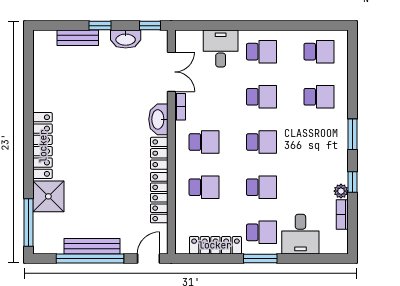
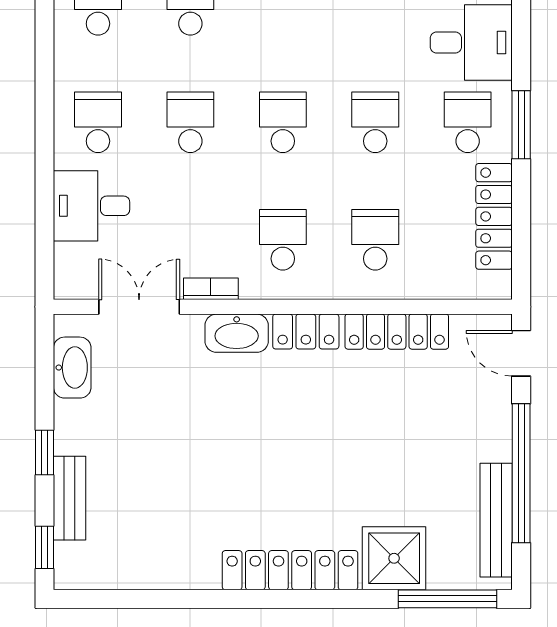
window: (150, 26) -> (45, 547), moved
washbasin: (126, 39) -> (72, 368), moved
bench: (92, 246) -> (496, 520), moved

